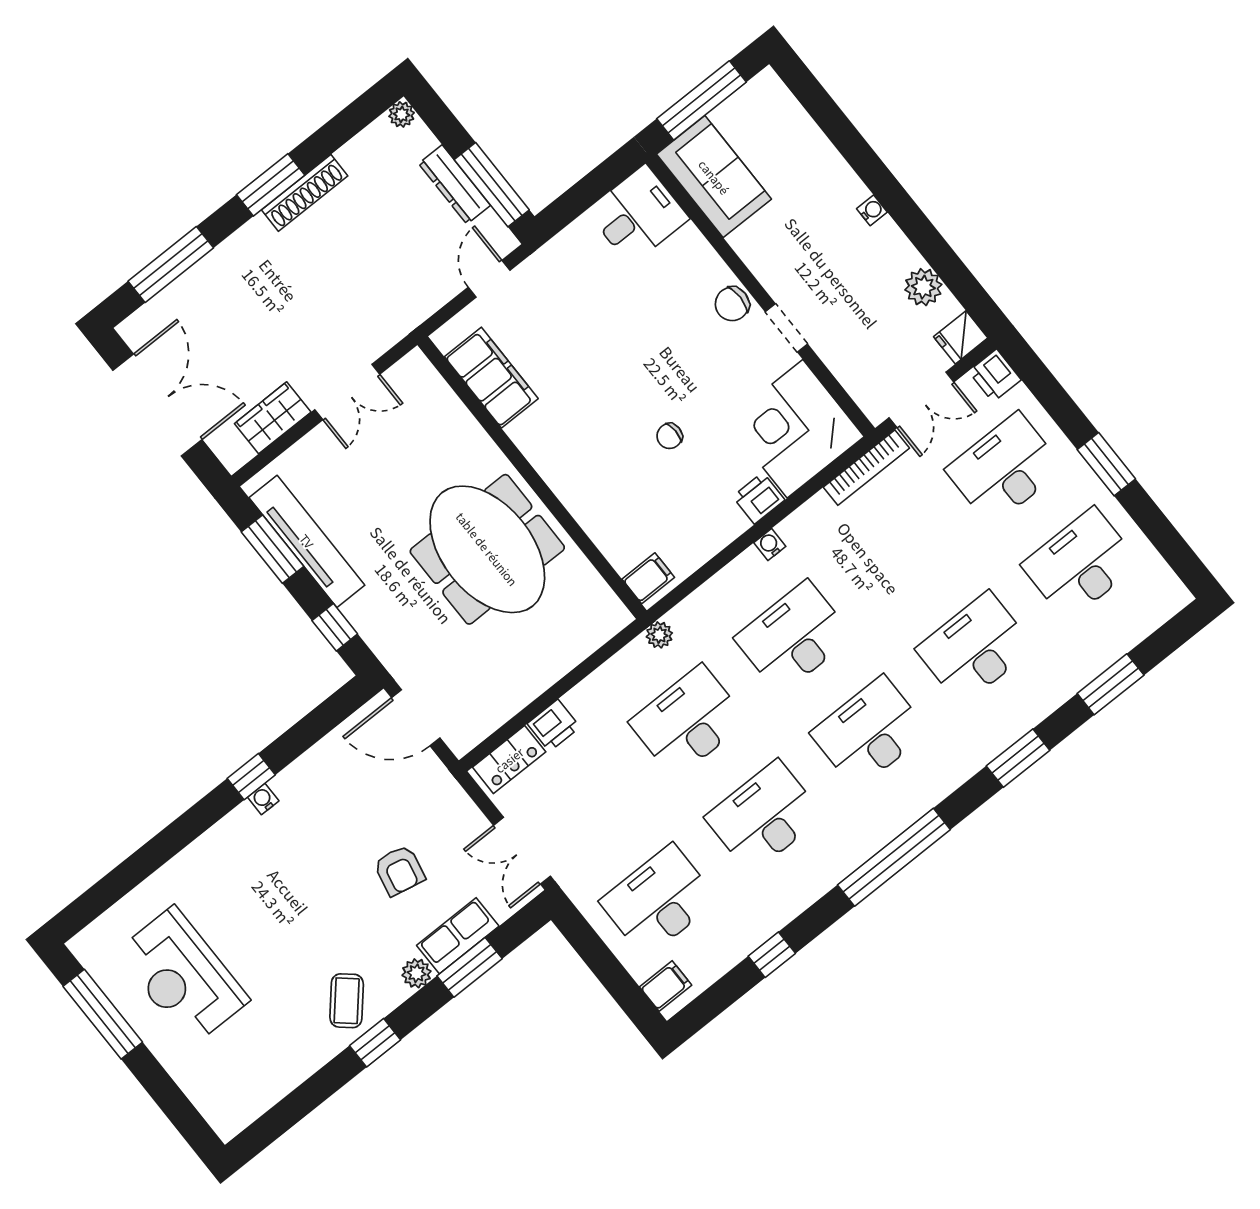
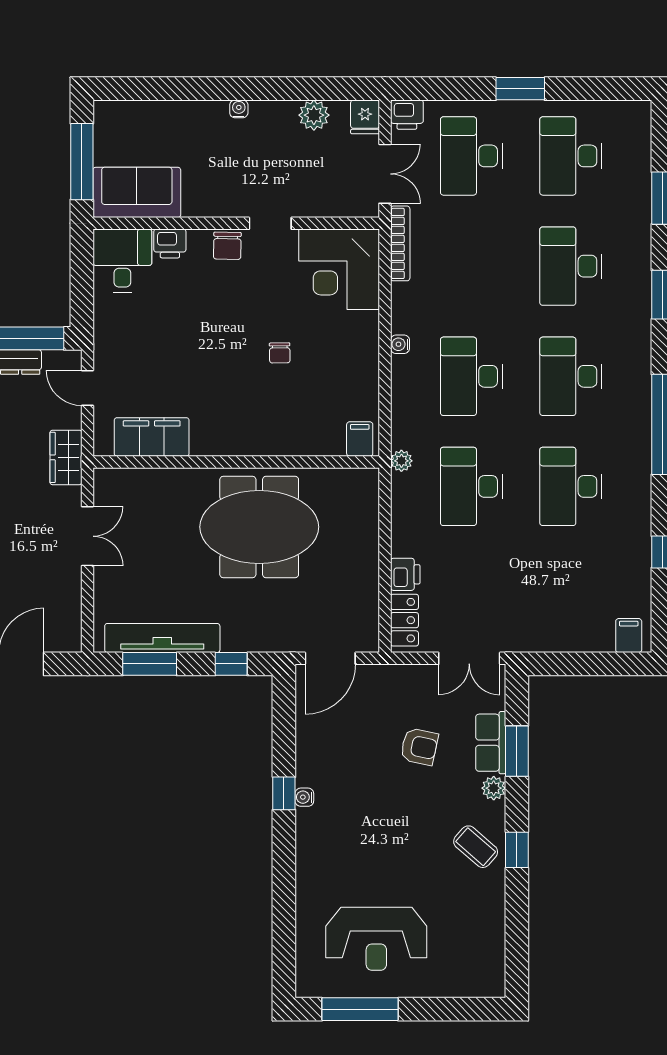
wardrobe: (273, 418) -> (66, 457), moved
printer: (759, 498) -> (170, 243), moved, turned -90
desk: (659, 901) -> (571, 597), removed

